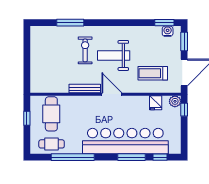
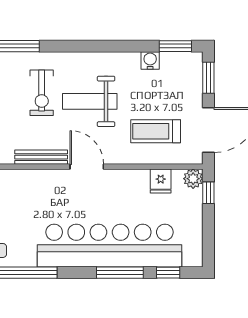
water cooler: (168, 31) -> (150, 60), moved
exercise bike: (85, 50) -> (42, 93), turned 180

